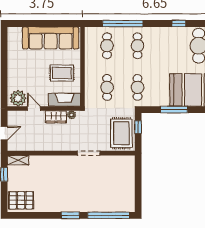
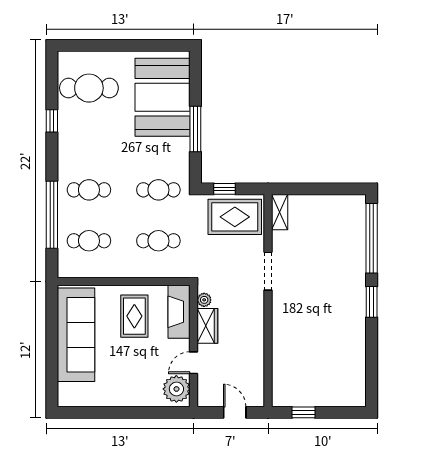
shelving: (18, 160) -> (280, 212), moved
pallet: (21, 200) -> (347, 384), removed

